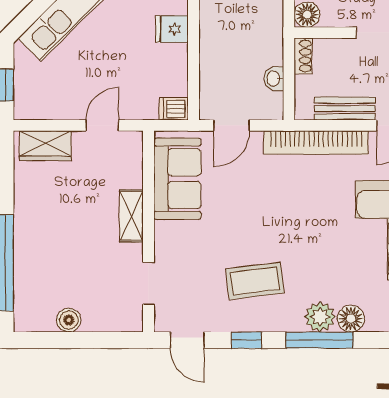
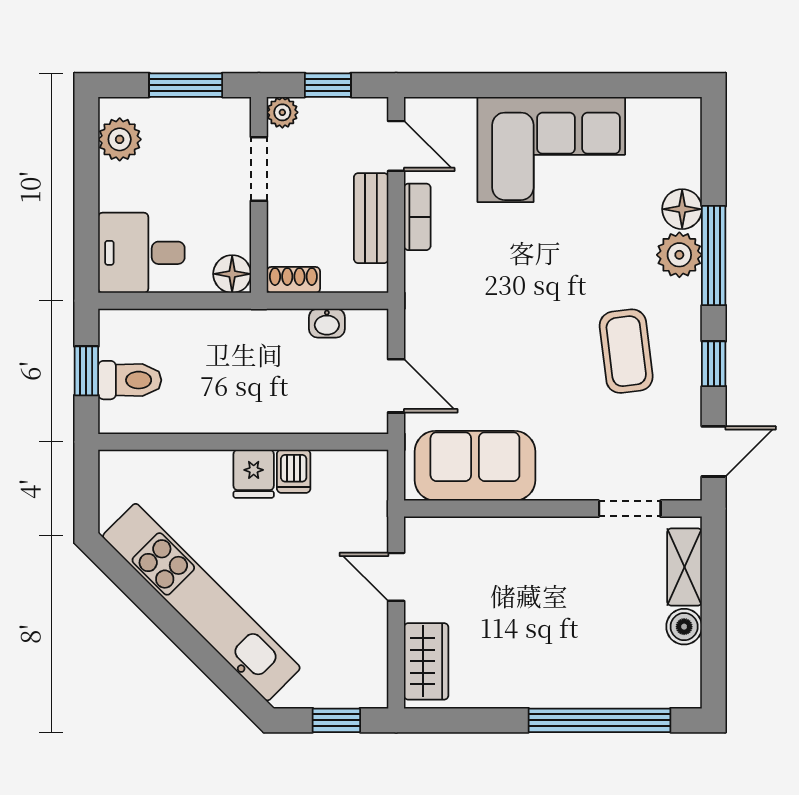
dishwasher: (174, 109) -> (294, 471), moved
bookcase: (316, 143) -> (417, 217), width x0.43, depth x0.76
shelving: (131, 216) -> (685, 567), moved, turned 90

